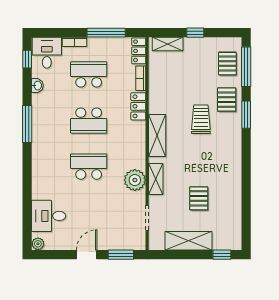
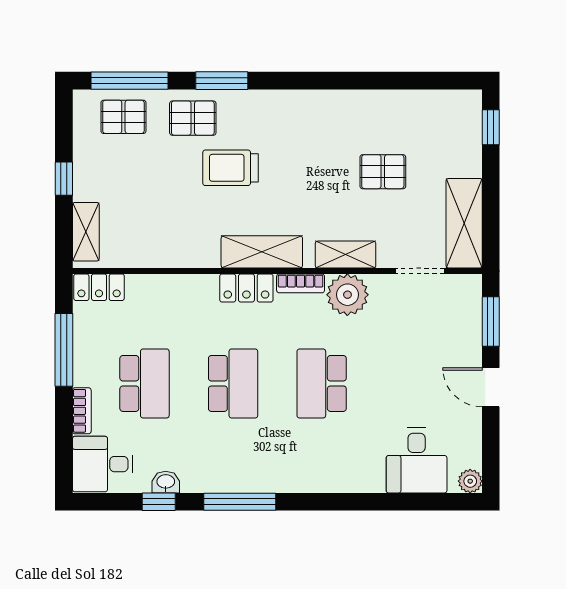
window: (27, 59) -> (159, 502), moved
school desk: (89, 74) -> (145, 383), turned 180
bookcase: (141, 78) -> (301, 283), moved
locker: (138, 106) -> (246, 288), moved
shelving: (188, 241) -> (464, 223), moved

